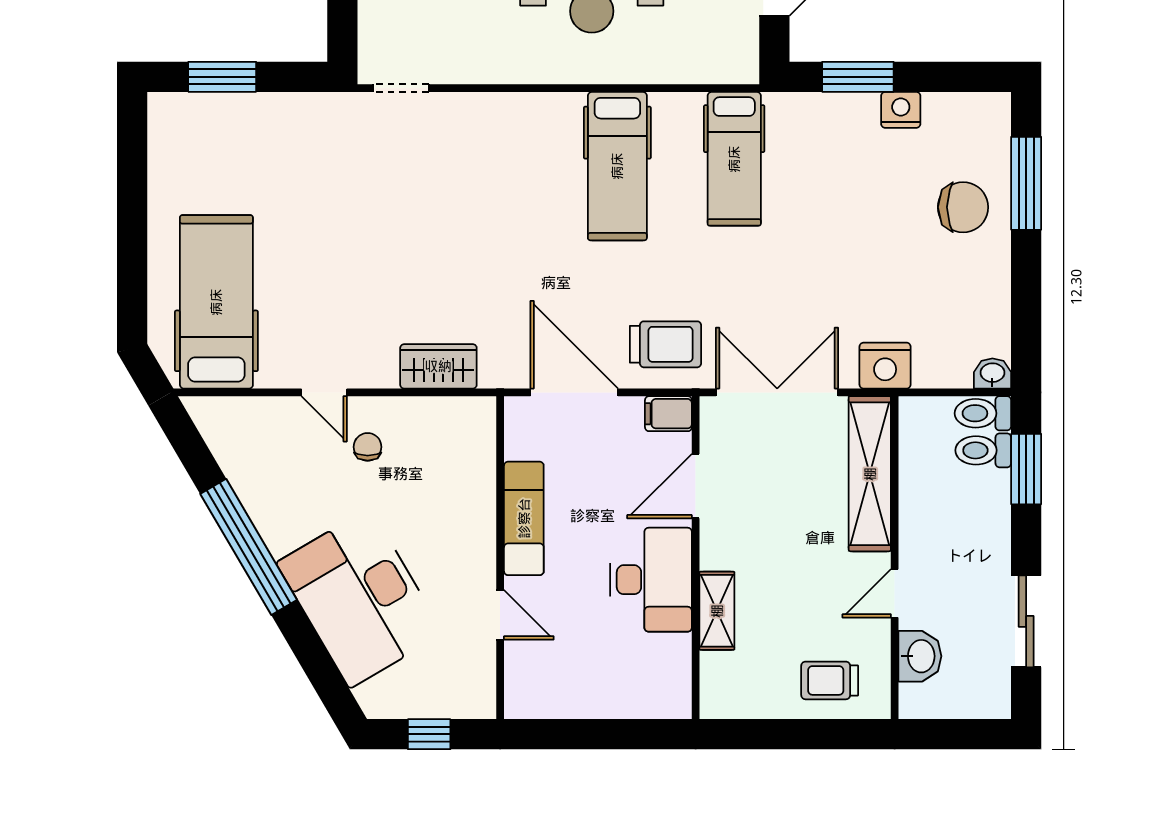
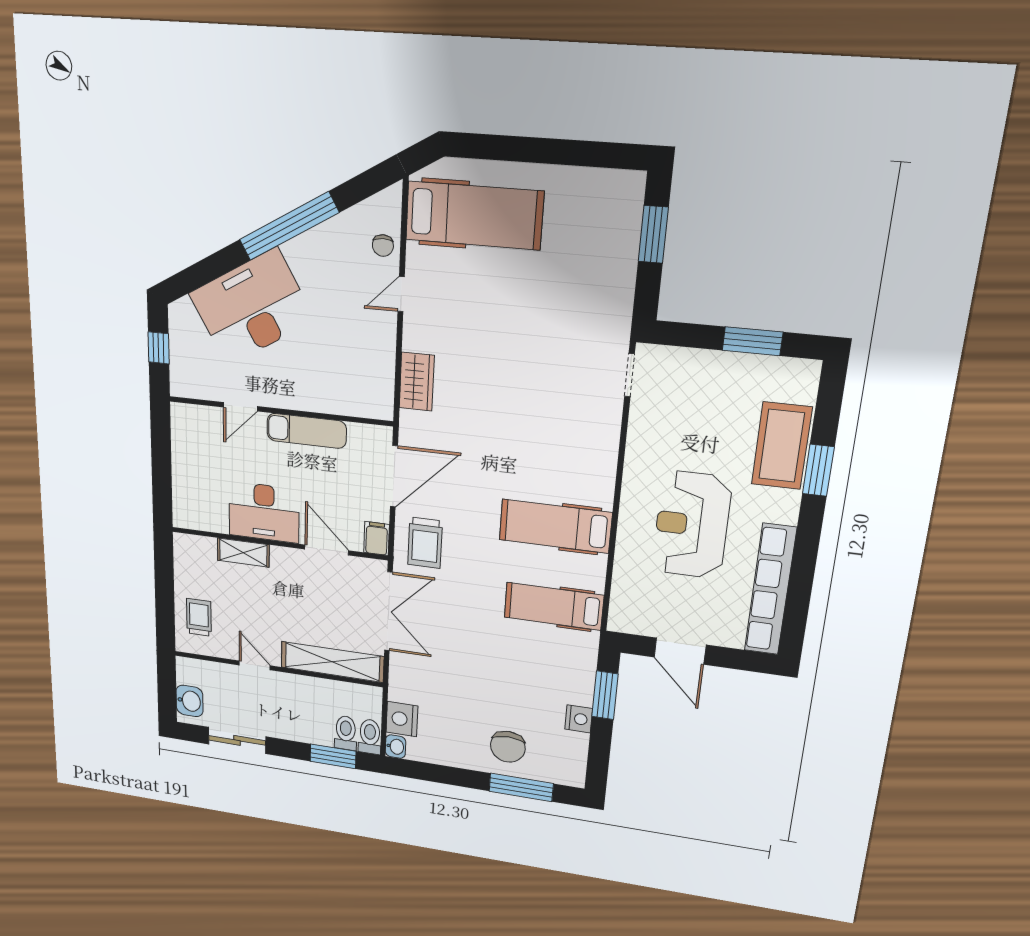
nightstand: (885, 366) -> (402, 719), moved
chair: (368, 447) -> (383, 246), moved, turned 90
washbasin: (920, 656) -> (190, 701), moved, turned -90

